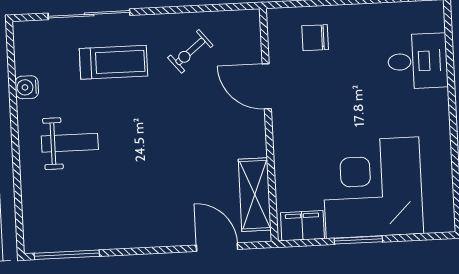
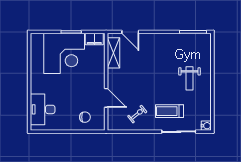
desk: (418, 61) -> (43, 109), width x1.37
water cooler: (27, 87) -> (206, 126), moved
weight bench: (70, 143) -> (190, 78), turned -90

